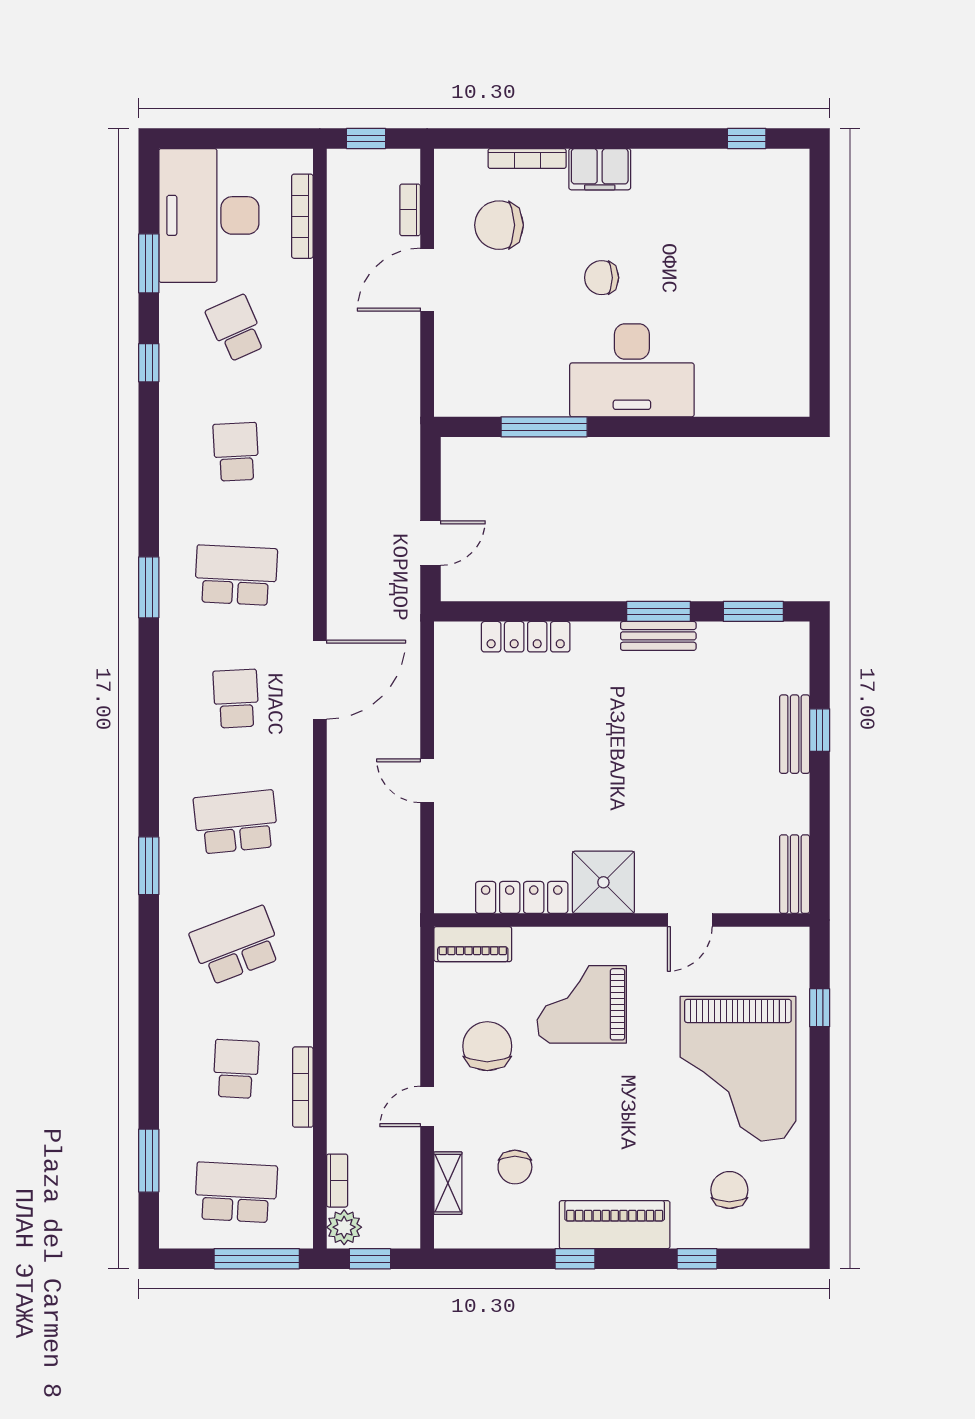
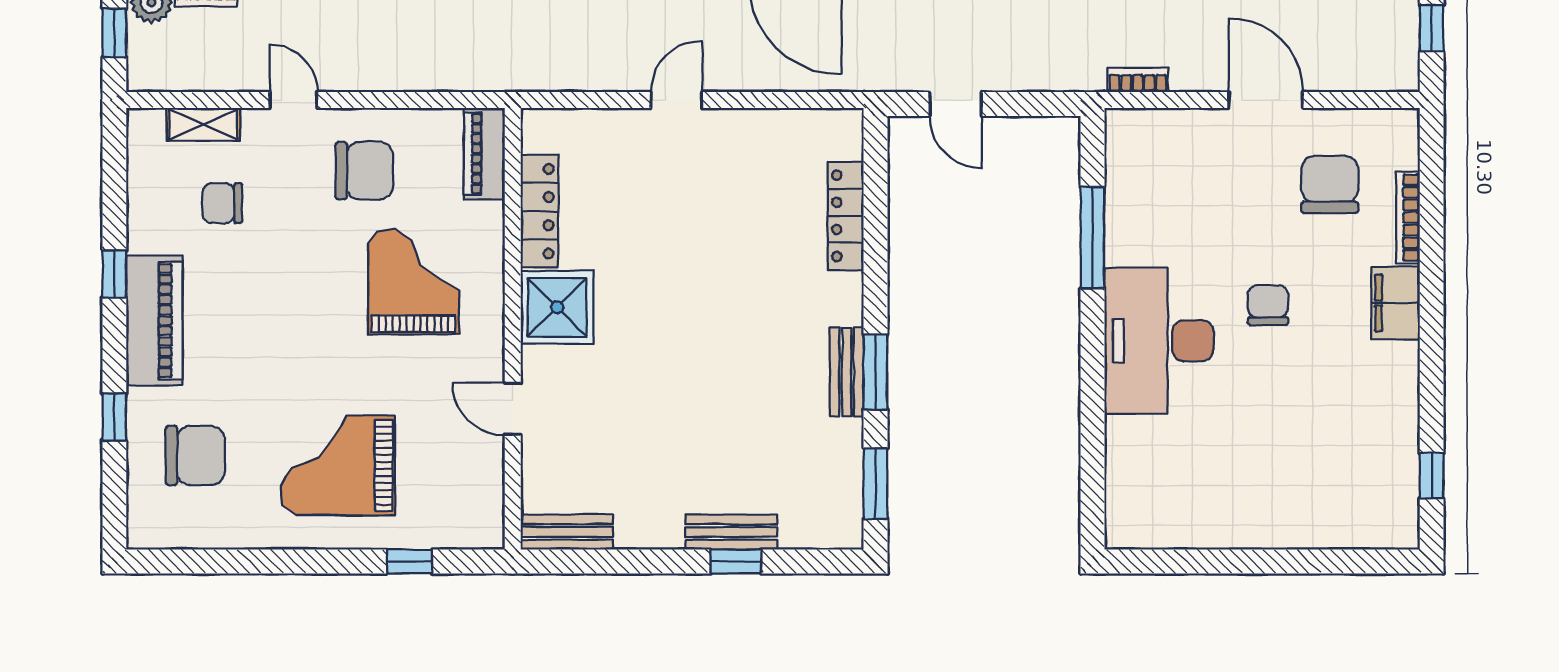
bookcase: (410, 210) -> (1138, 80), moved
grand piano: (738, 1069) -> (338, 465), width x0.73, depth x0.68
chair: (729, 1190) -> (195, 455), width x1.37, depth x1.37

